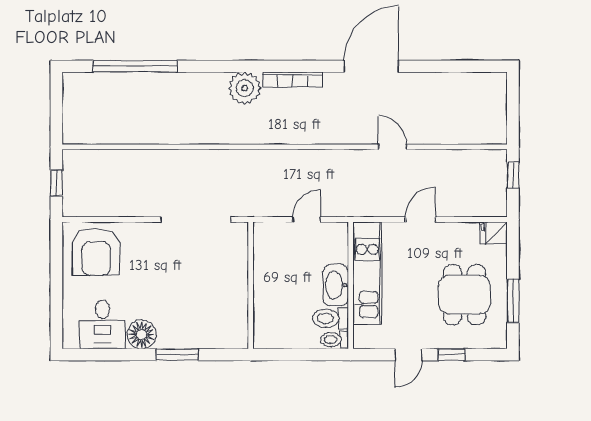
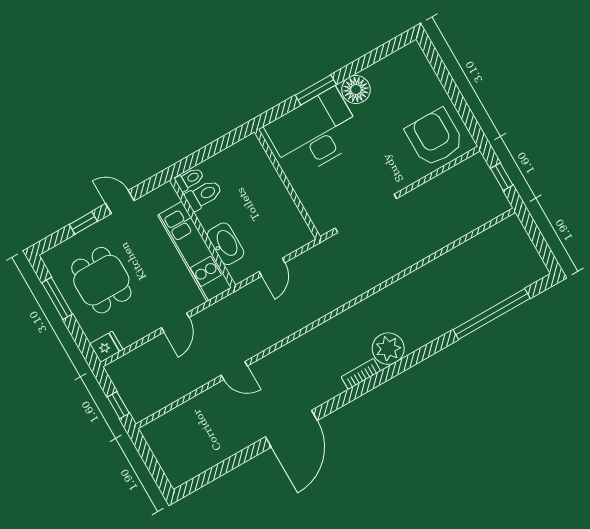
bookcase: (292, 79) -> (361, 374), width x0.64
washbasin: (336, 285) -> (226, 244), moved
desk: (103, 324) -> (314, 133), moved, width x1.87, depth x1.30
door: (408, 355) -> (120, 202), hinge flipped

